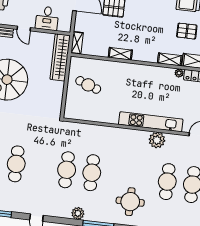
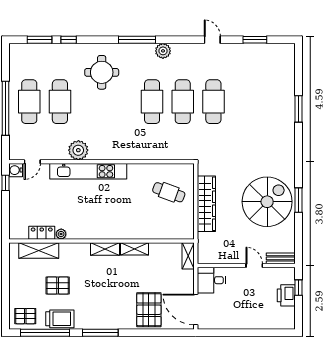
desk: (47, 18) -> (211, 280), moved, turned -90
wardrobe: (60, 57) -> (206, 204), moved
shelving: (170, 59) -> (105, 249), moved
cafe table: (88, 85) -> (169, 192), moved
cafe table: (16, 164) -> (213, 102), moved

